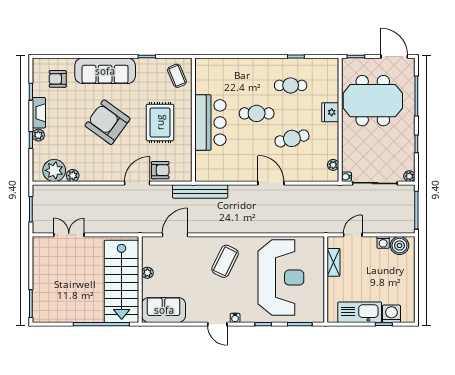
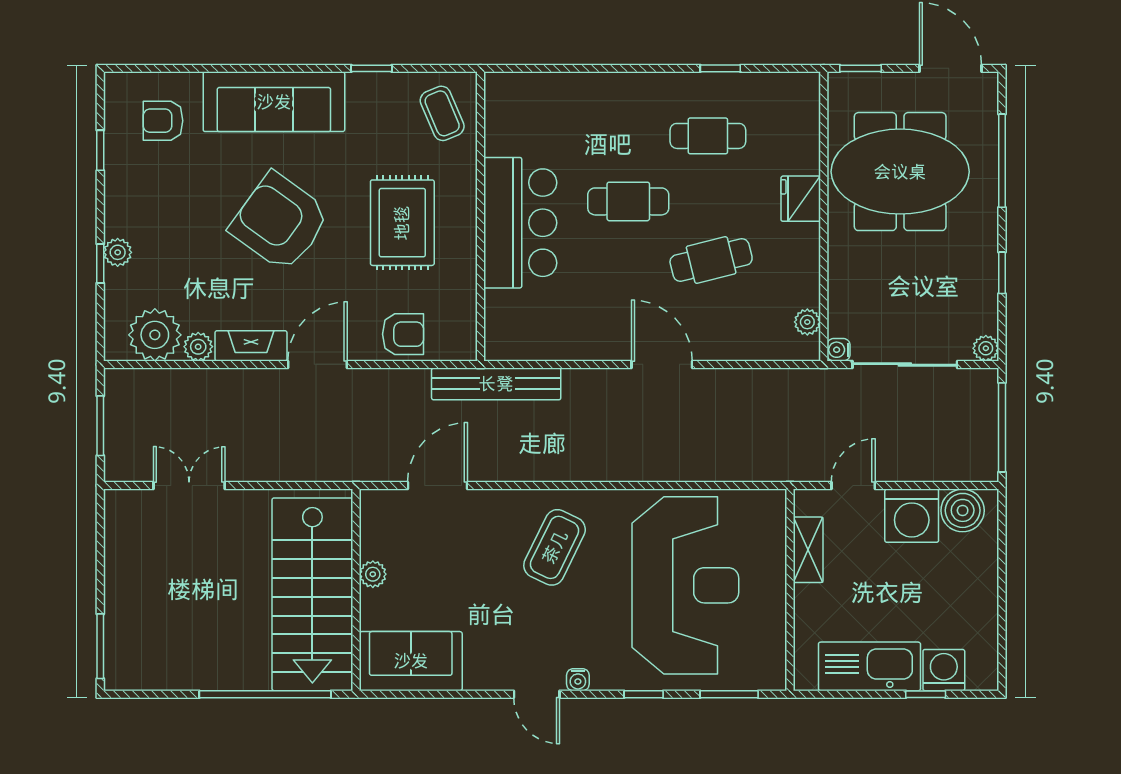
fireplace: (39, 113) -> (251, 346), moved, turned -90
door: (137, 183) -> (317, 364), moved
washing machine: (383, 242) -> (912, 516), width x1.89, depth x1.89

